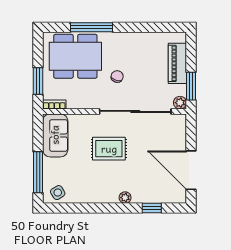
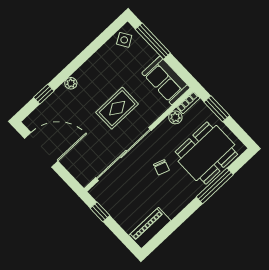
piano: (177, 63) -> (150, 228), moved, turned -90
window: (191, 86) -> (100, 212), width x0.67
plant: (180, 103) -> (175, 117), moved

